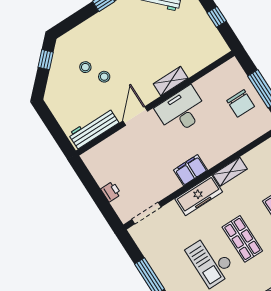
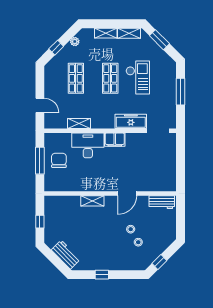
desk: (182, 111) -> (88, 145), moved, turned 180
workbench: (94, 128) -> (162, 202), width x0.73
shelving: (230, 172) -> (79, 123), moved
printer: (111, 192) -> (171, 157), removed
freezer: (199, 195) -> (131, 121), moved

